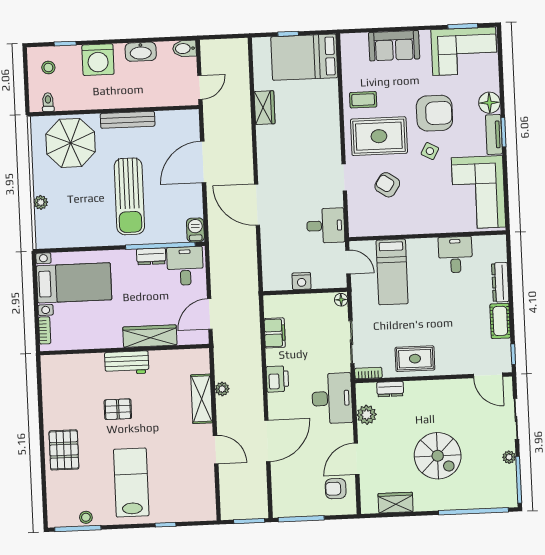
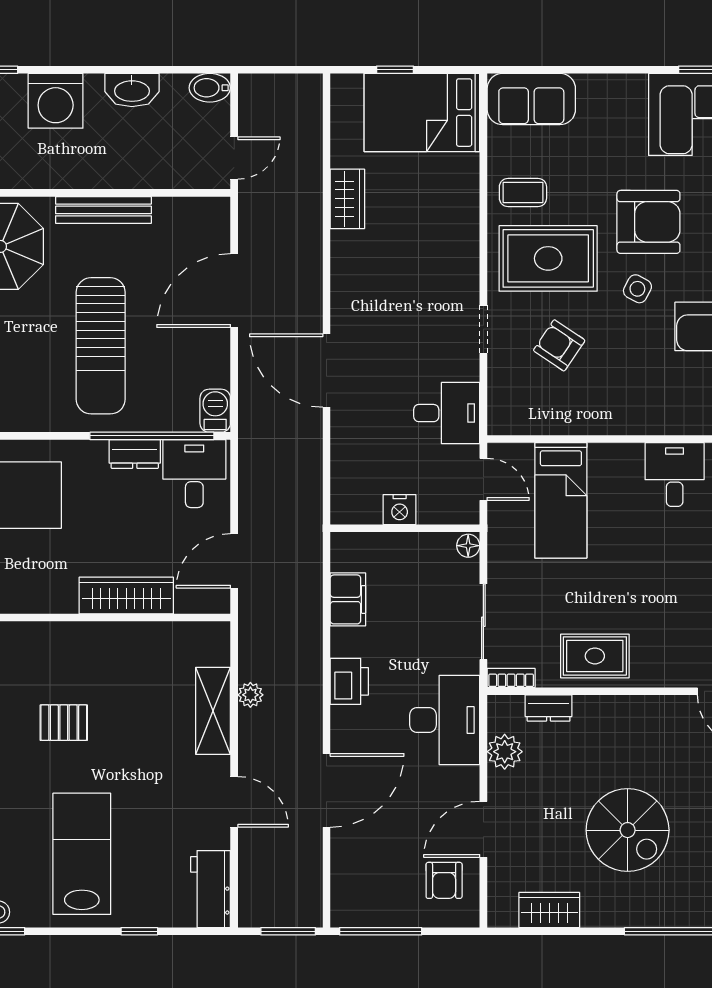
sofa: (394, 46) -> (531, 99), moved
workbench: (127, 363) -> (211, 889), moved, turned 90
armchair: (336, 489) -> (444, 880), turned -90

